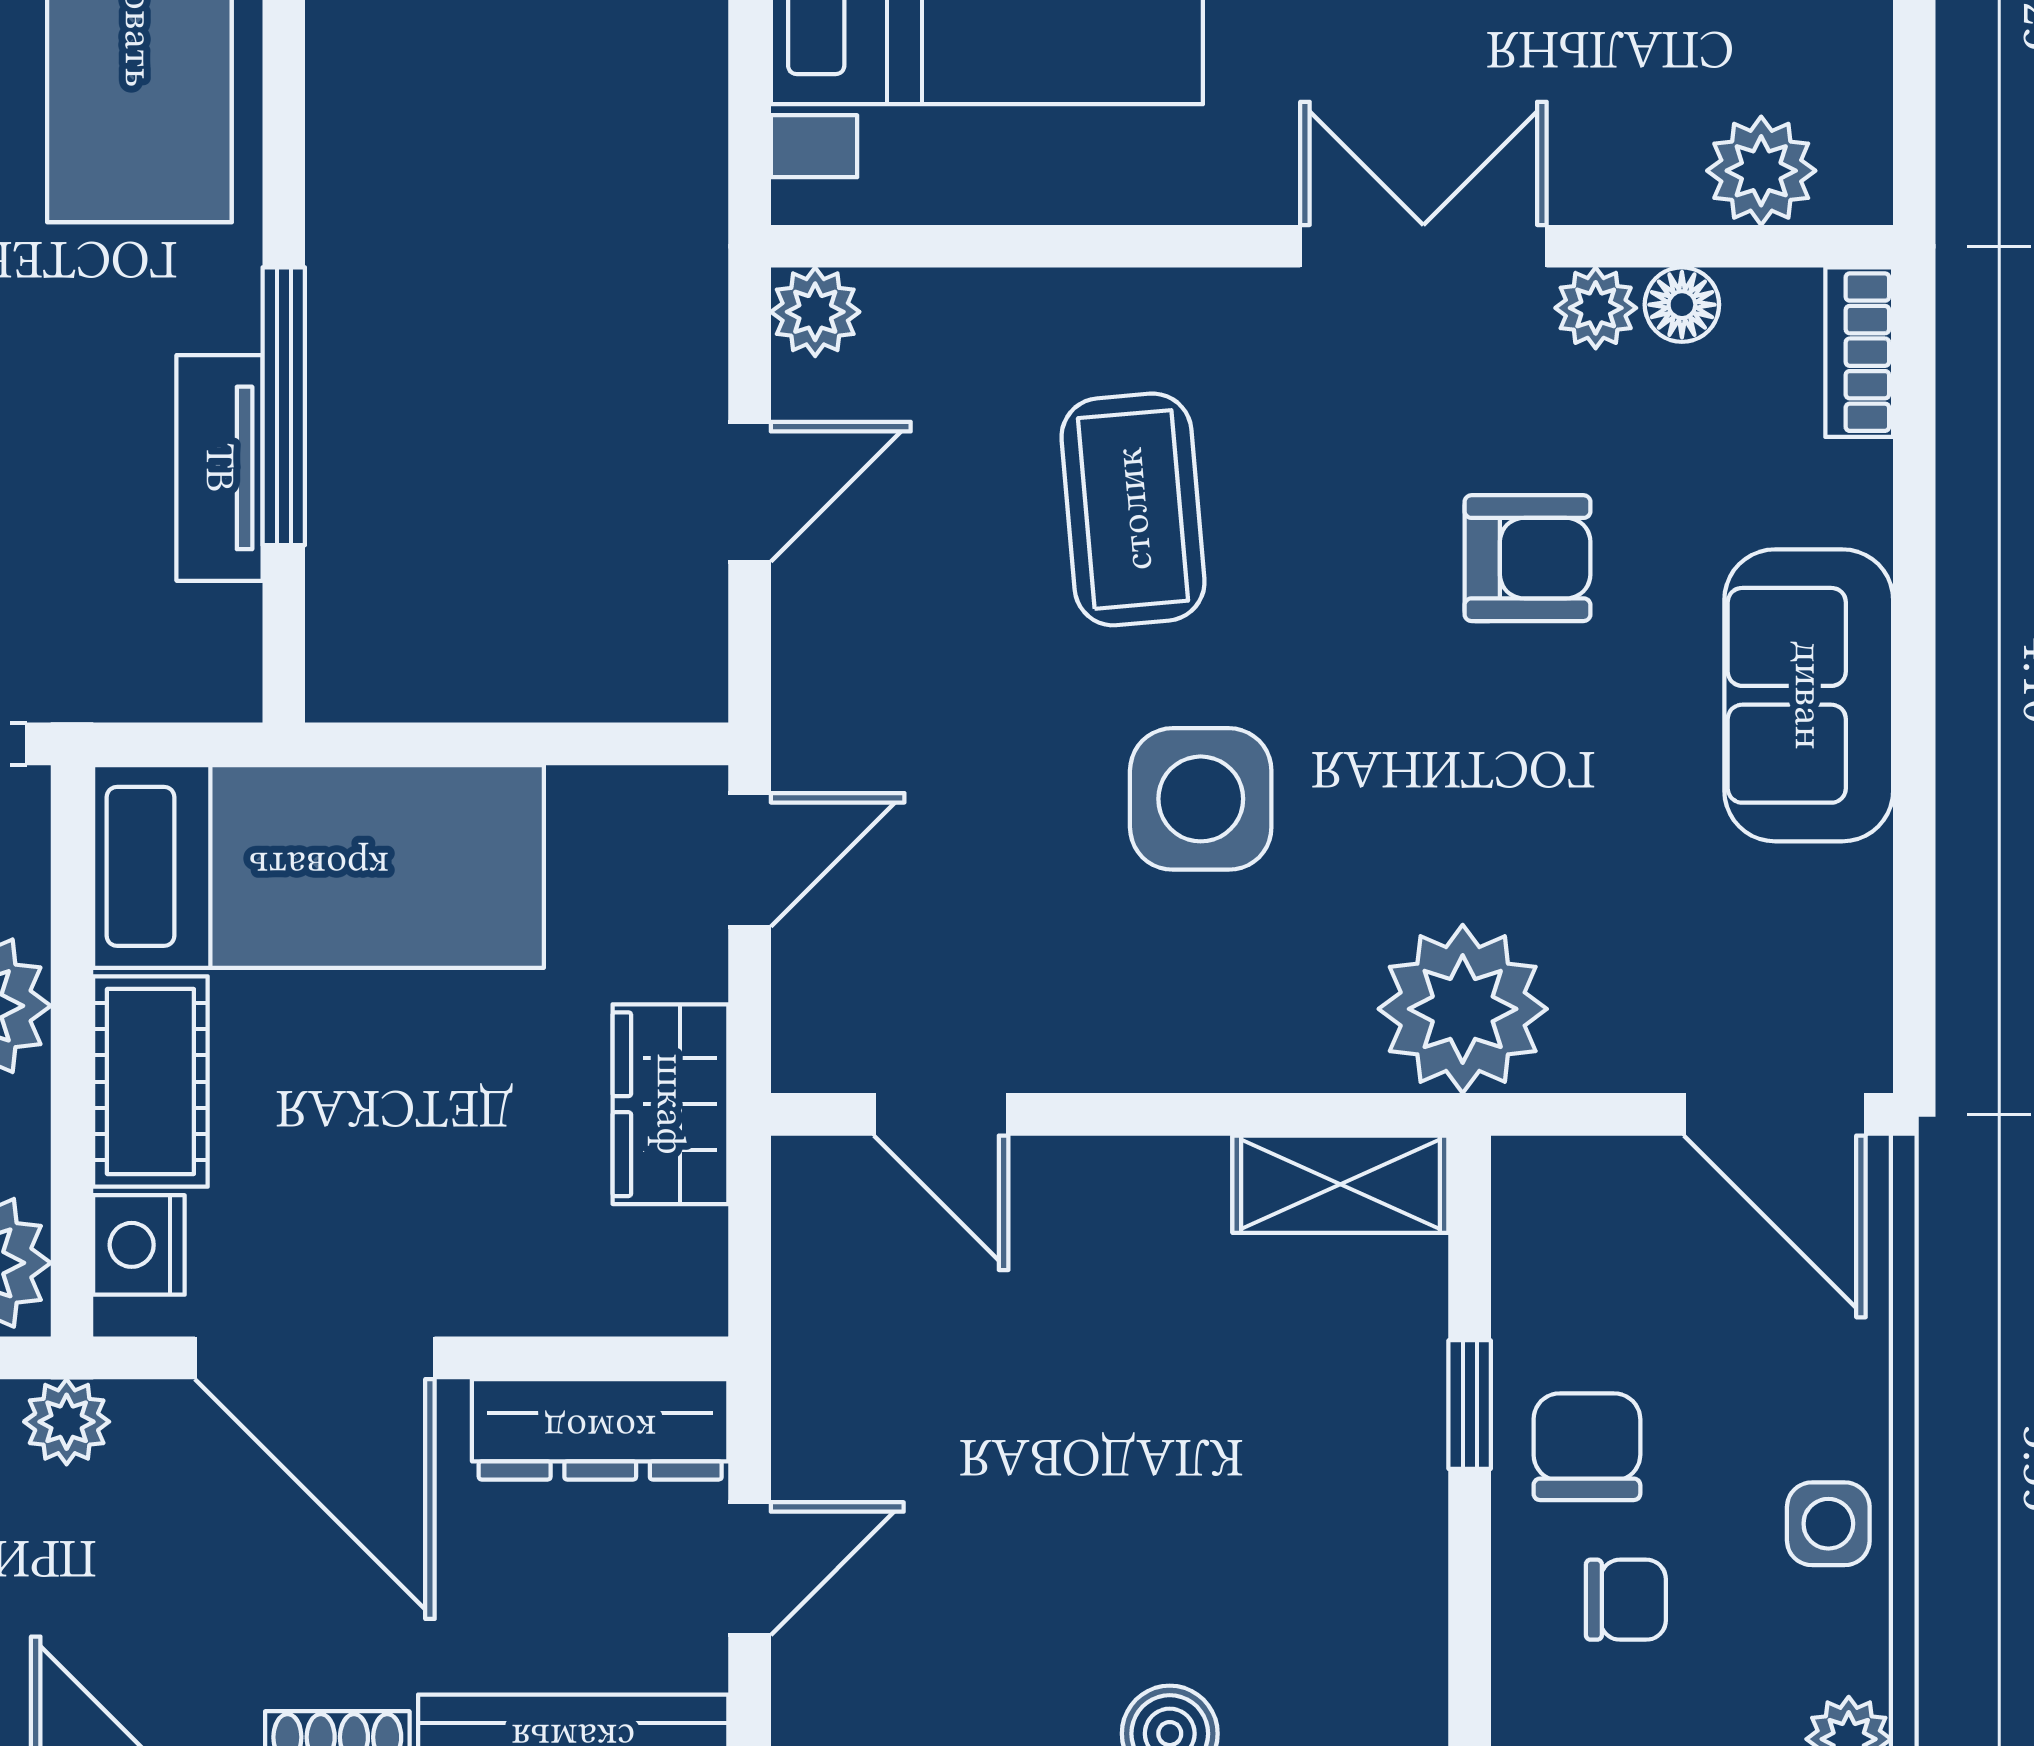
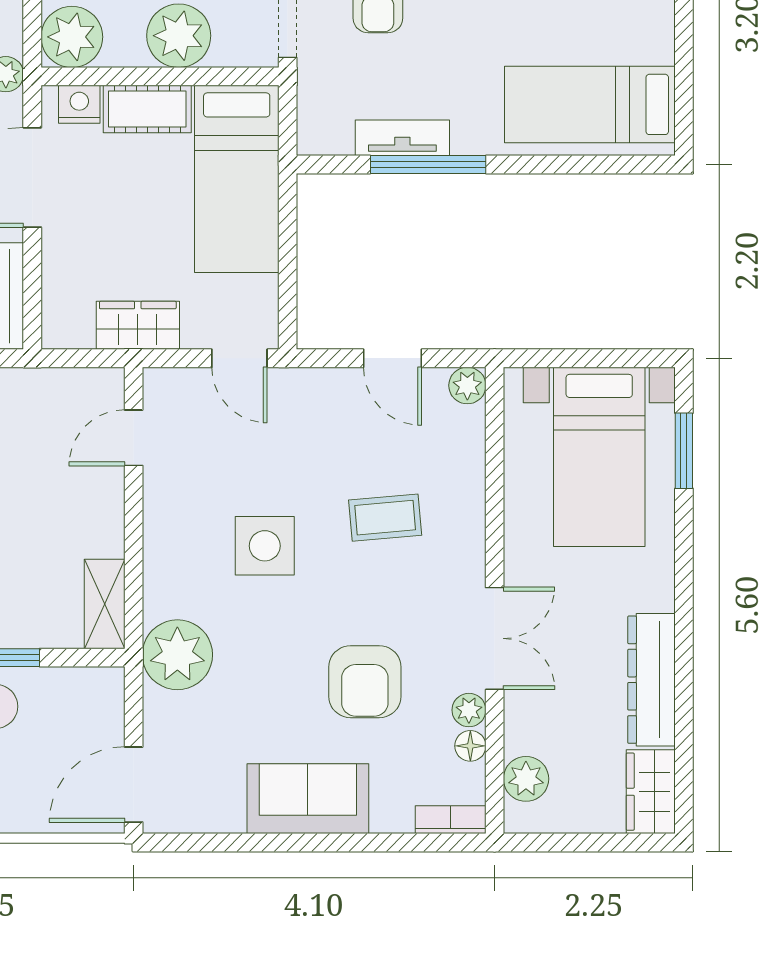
coffee table: (1133, 509) -> (385, 518), width x0.73, depth x0.77
armchair: (1528, 558) -> (365, 682), width x1.38, depth x1.38

